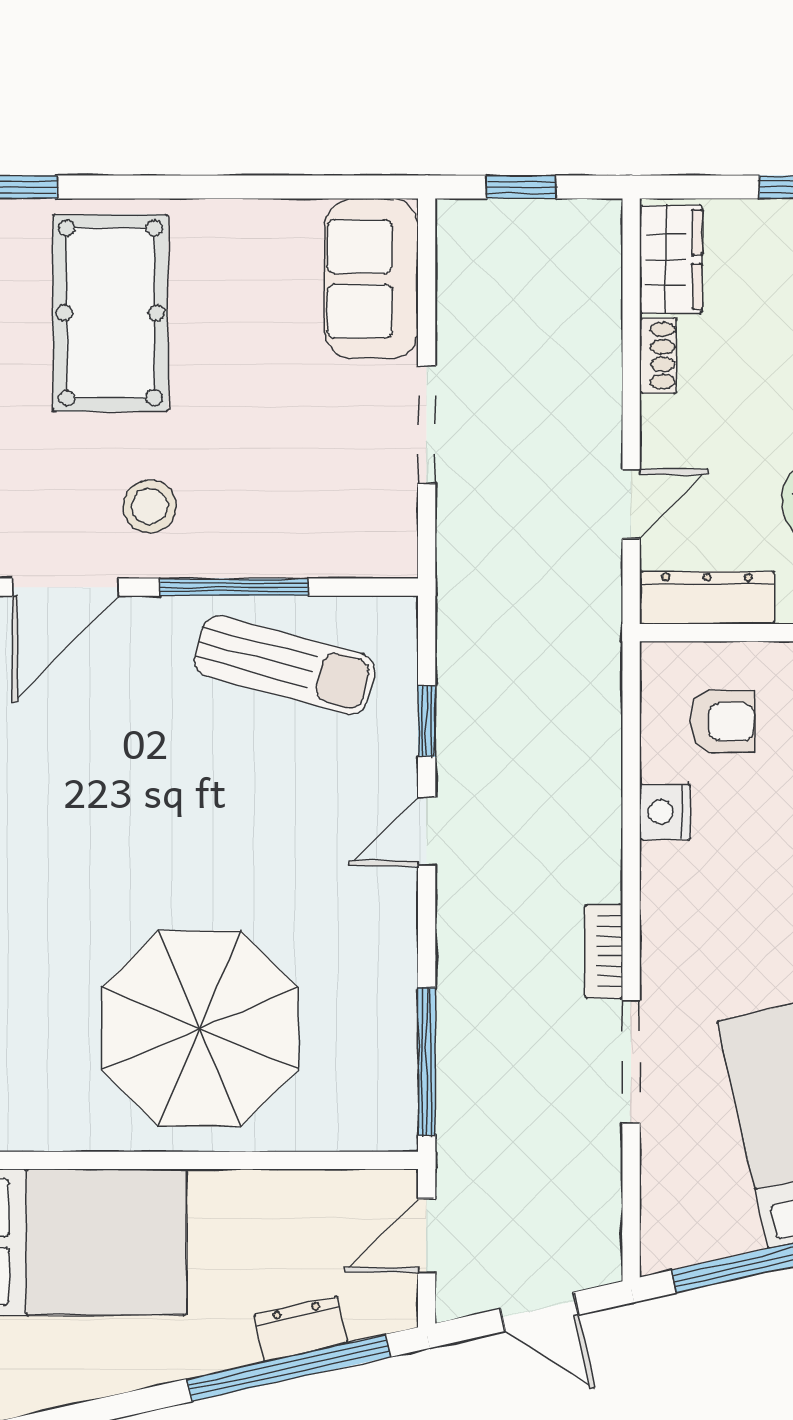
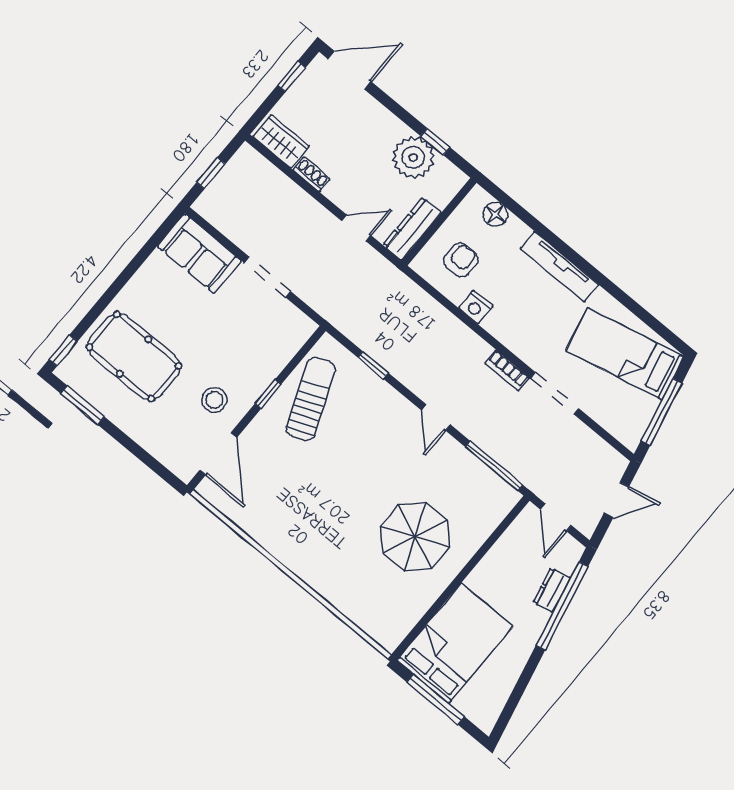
door: (631, 504) -> (356, 228), hinge flipped
window: (234, 587) -> (268, 394), width x0.46
sun lounger: (285, 665) -> (311, 399), turned -37
door: (427, 831) -> (436, 418), moved
parasol: (200, 1028) -> (415, 537), width x0.73, depth x0.73

